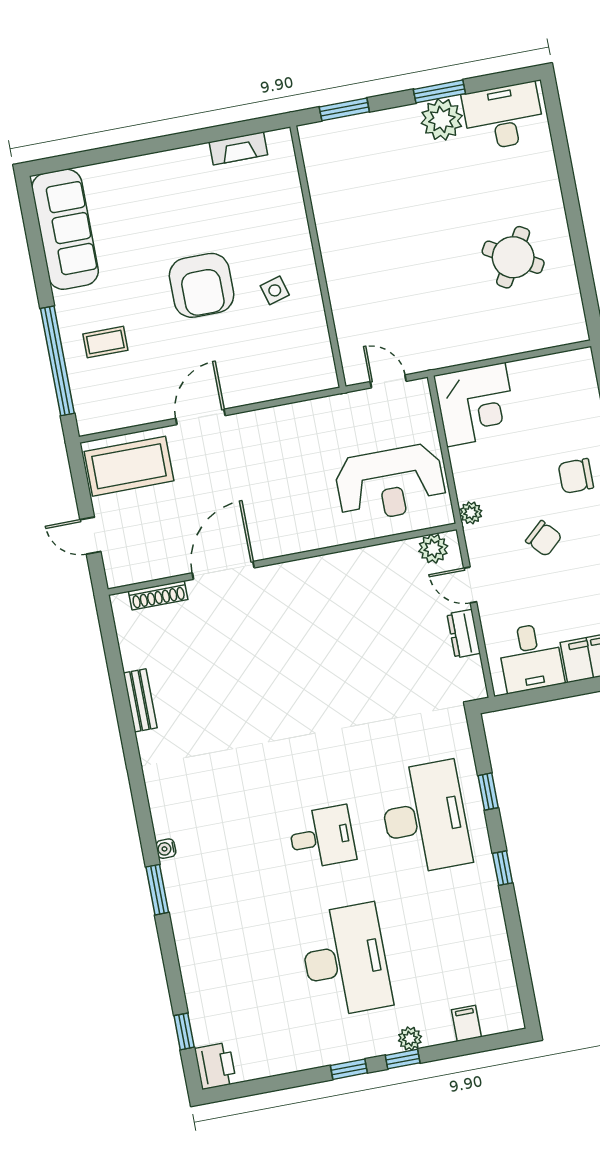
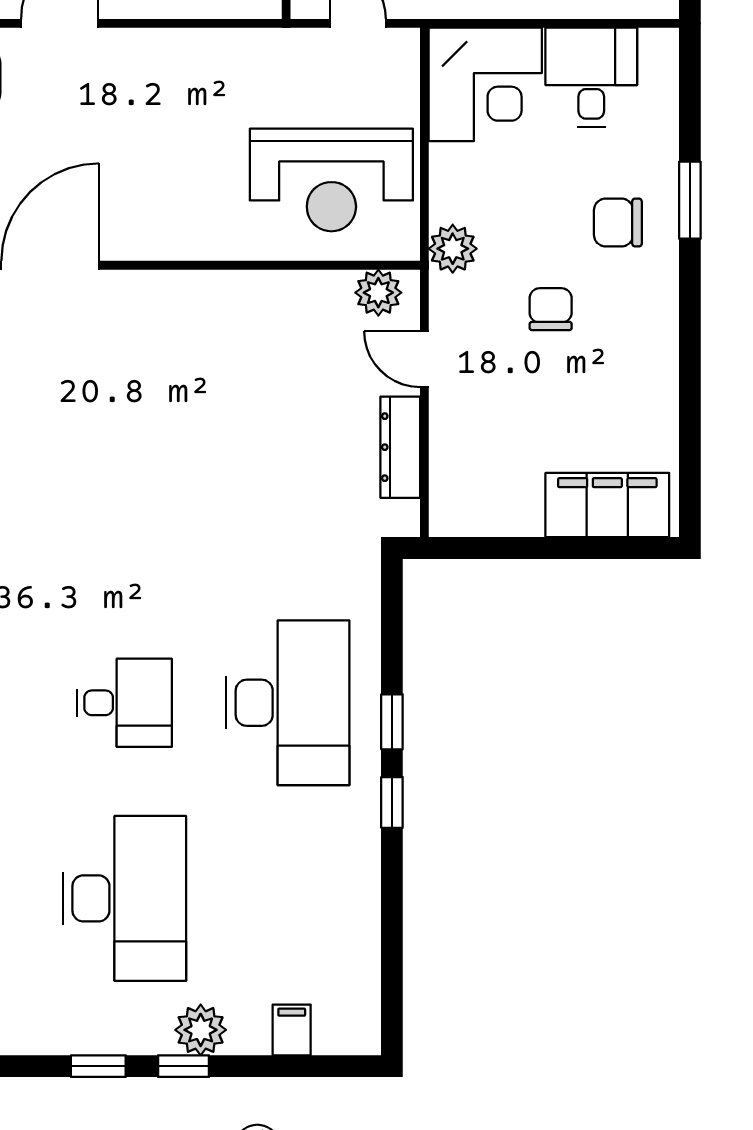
plant: (471, 513) -> (453, 249), width x1.38, depth x1.38
chair: (544, 538) -> (551, 309), turned -138
dresser: (464, 634) -> (400, 447), width x1.44
desk: (531, 657) -> (591, 77), moved, turned 180
window: (488, 792) -> (392, 722), moved
plant: (410, 1039) -> (201, 1030), width x1.38, depth x1.38

